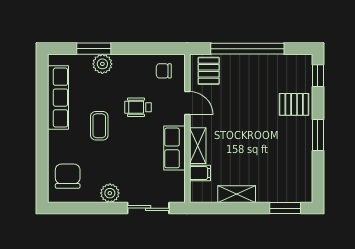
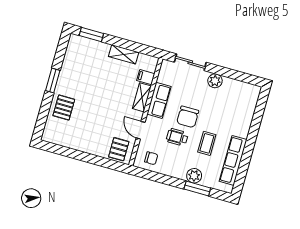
window: (247, 49) -> (86, 157), removed
window: (318, 76) -> (41, 123), removed
pallet: (294, 104) -> (64, 107), turned 90
wheelchair: (138, 107) -> (177, 137), turned 180
coffee table: (99, 126) -> (207, 143), moved
chair: (68, 176) -> (188, 117), moved

